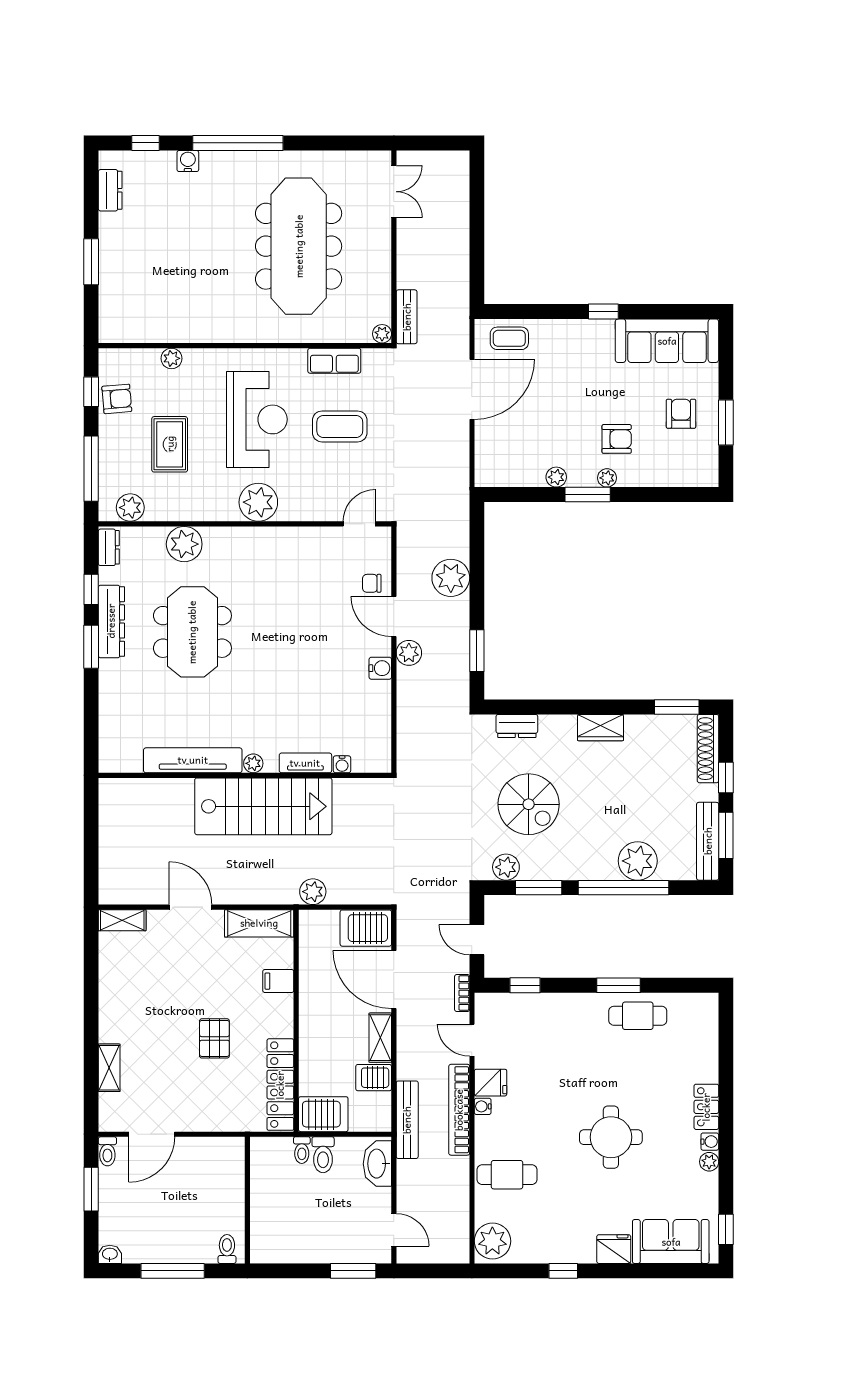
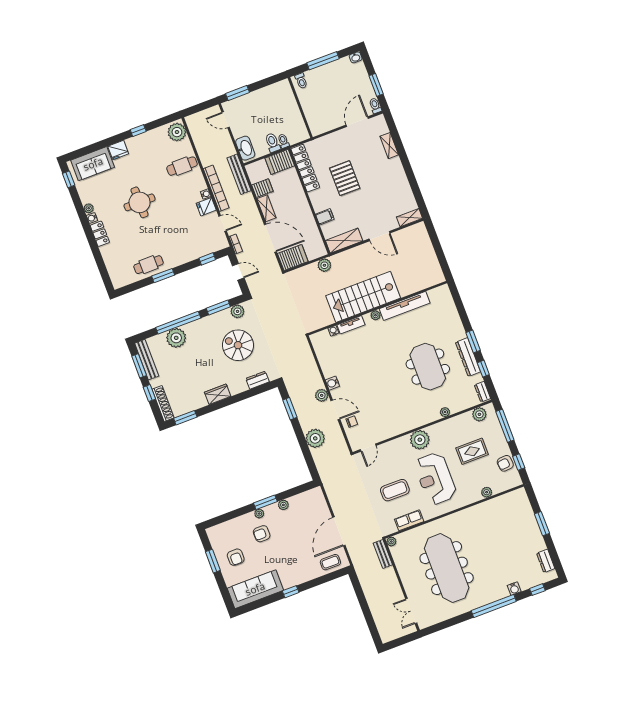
rug: (170, 444) -> (472, 451), turned 90
plant: (184, 544) -> (445, 412), width x0.53, depth x0.53
pallet: (214, 1038) -> (345, 178), width x1.50, depth x1.42

